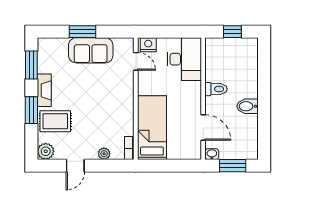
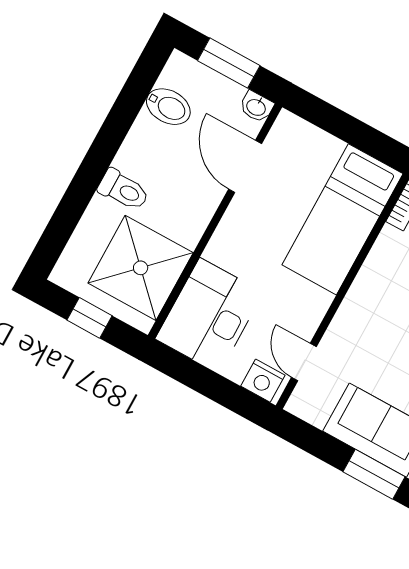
shower: (223, 63) -> (141, 268), added
toilet: (216, 89) -> (123, 190), moved, turned 180
bidet: (248, 106) -> (168, 107), moved

